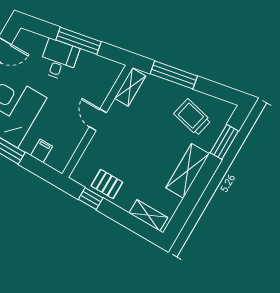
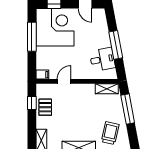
desk: (59, 60) -> (102, 59), moved
door: (98, 120) -> (64, 81), moved
filing cabinet: (41, 151) -> (42, 75), moved

